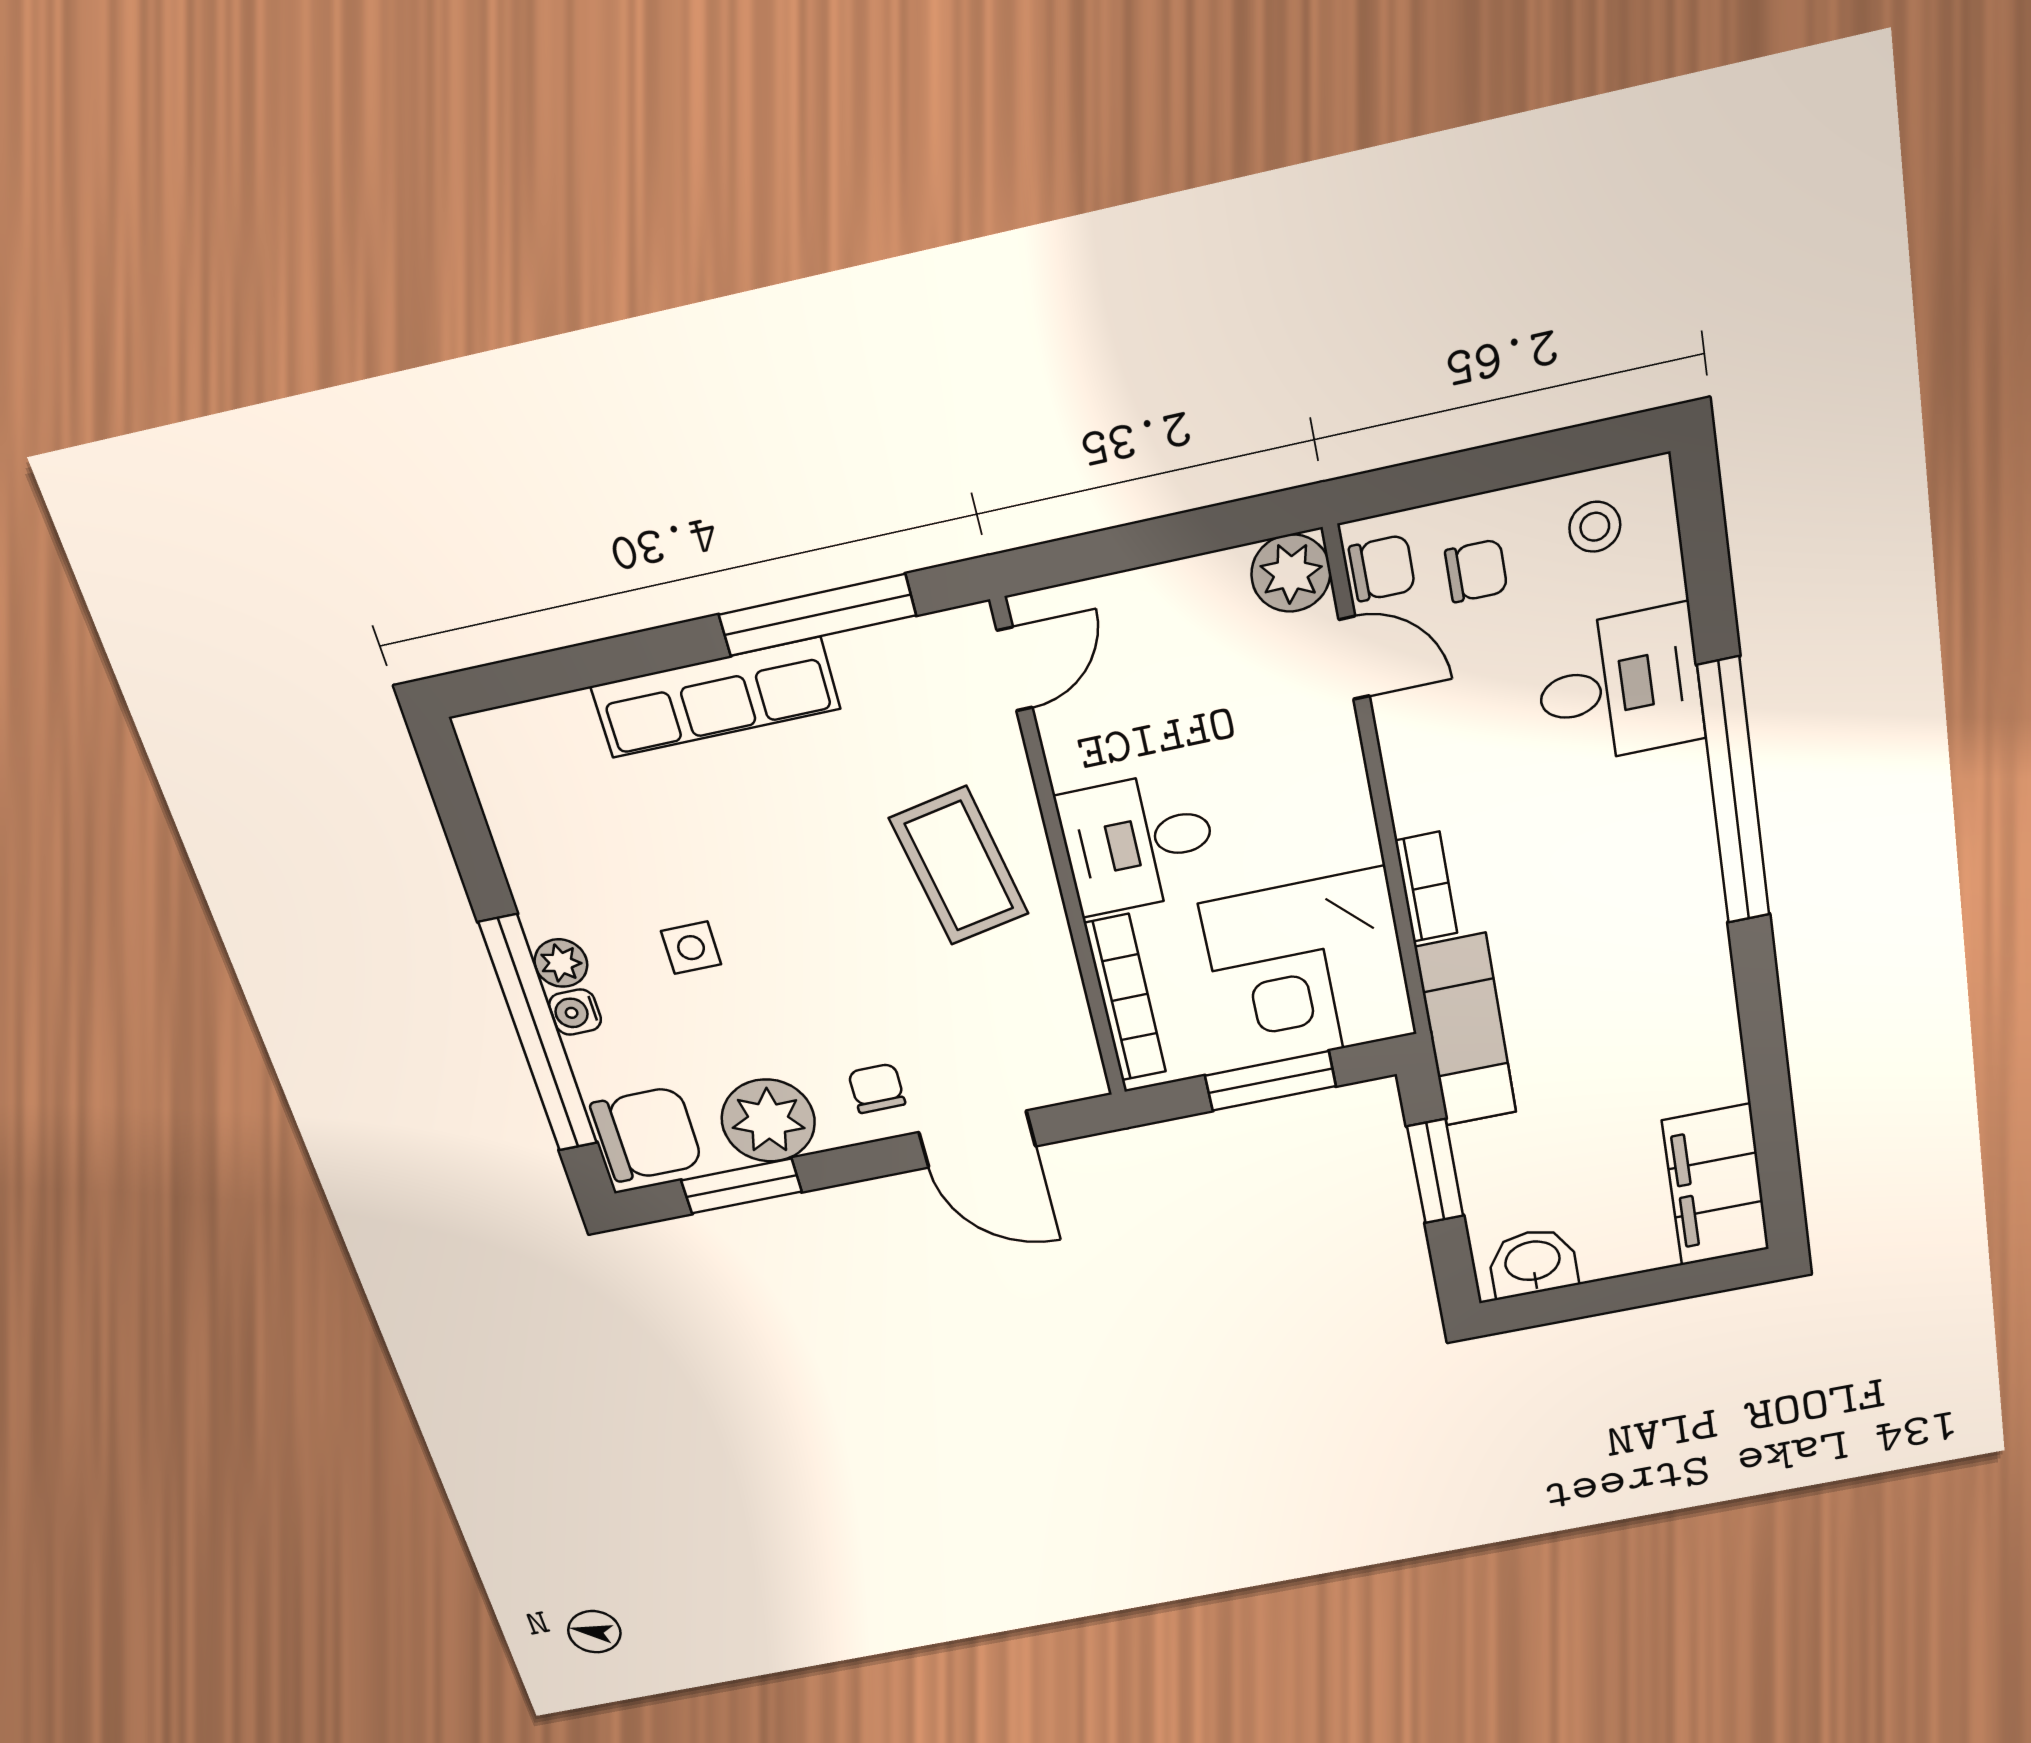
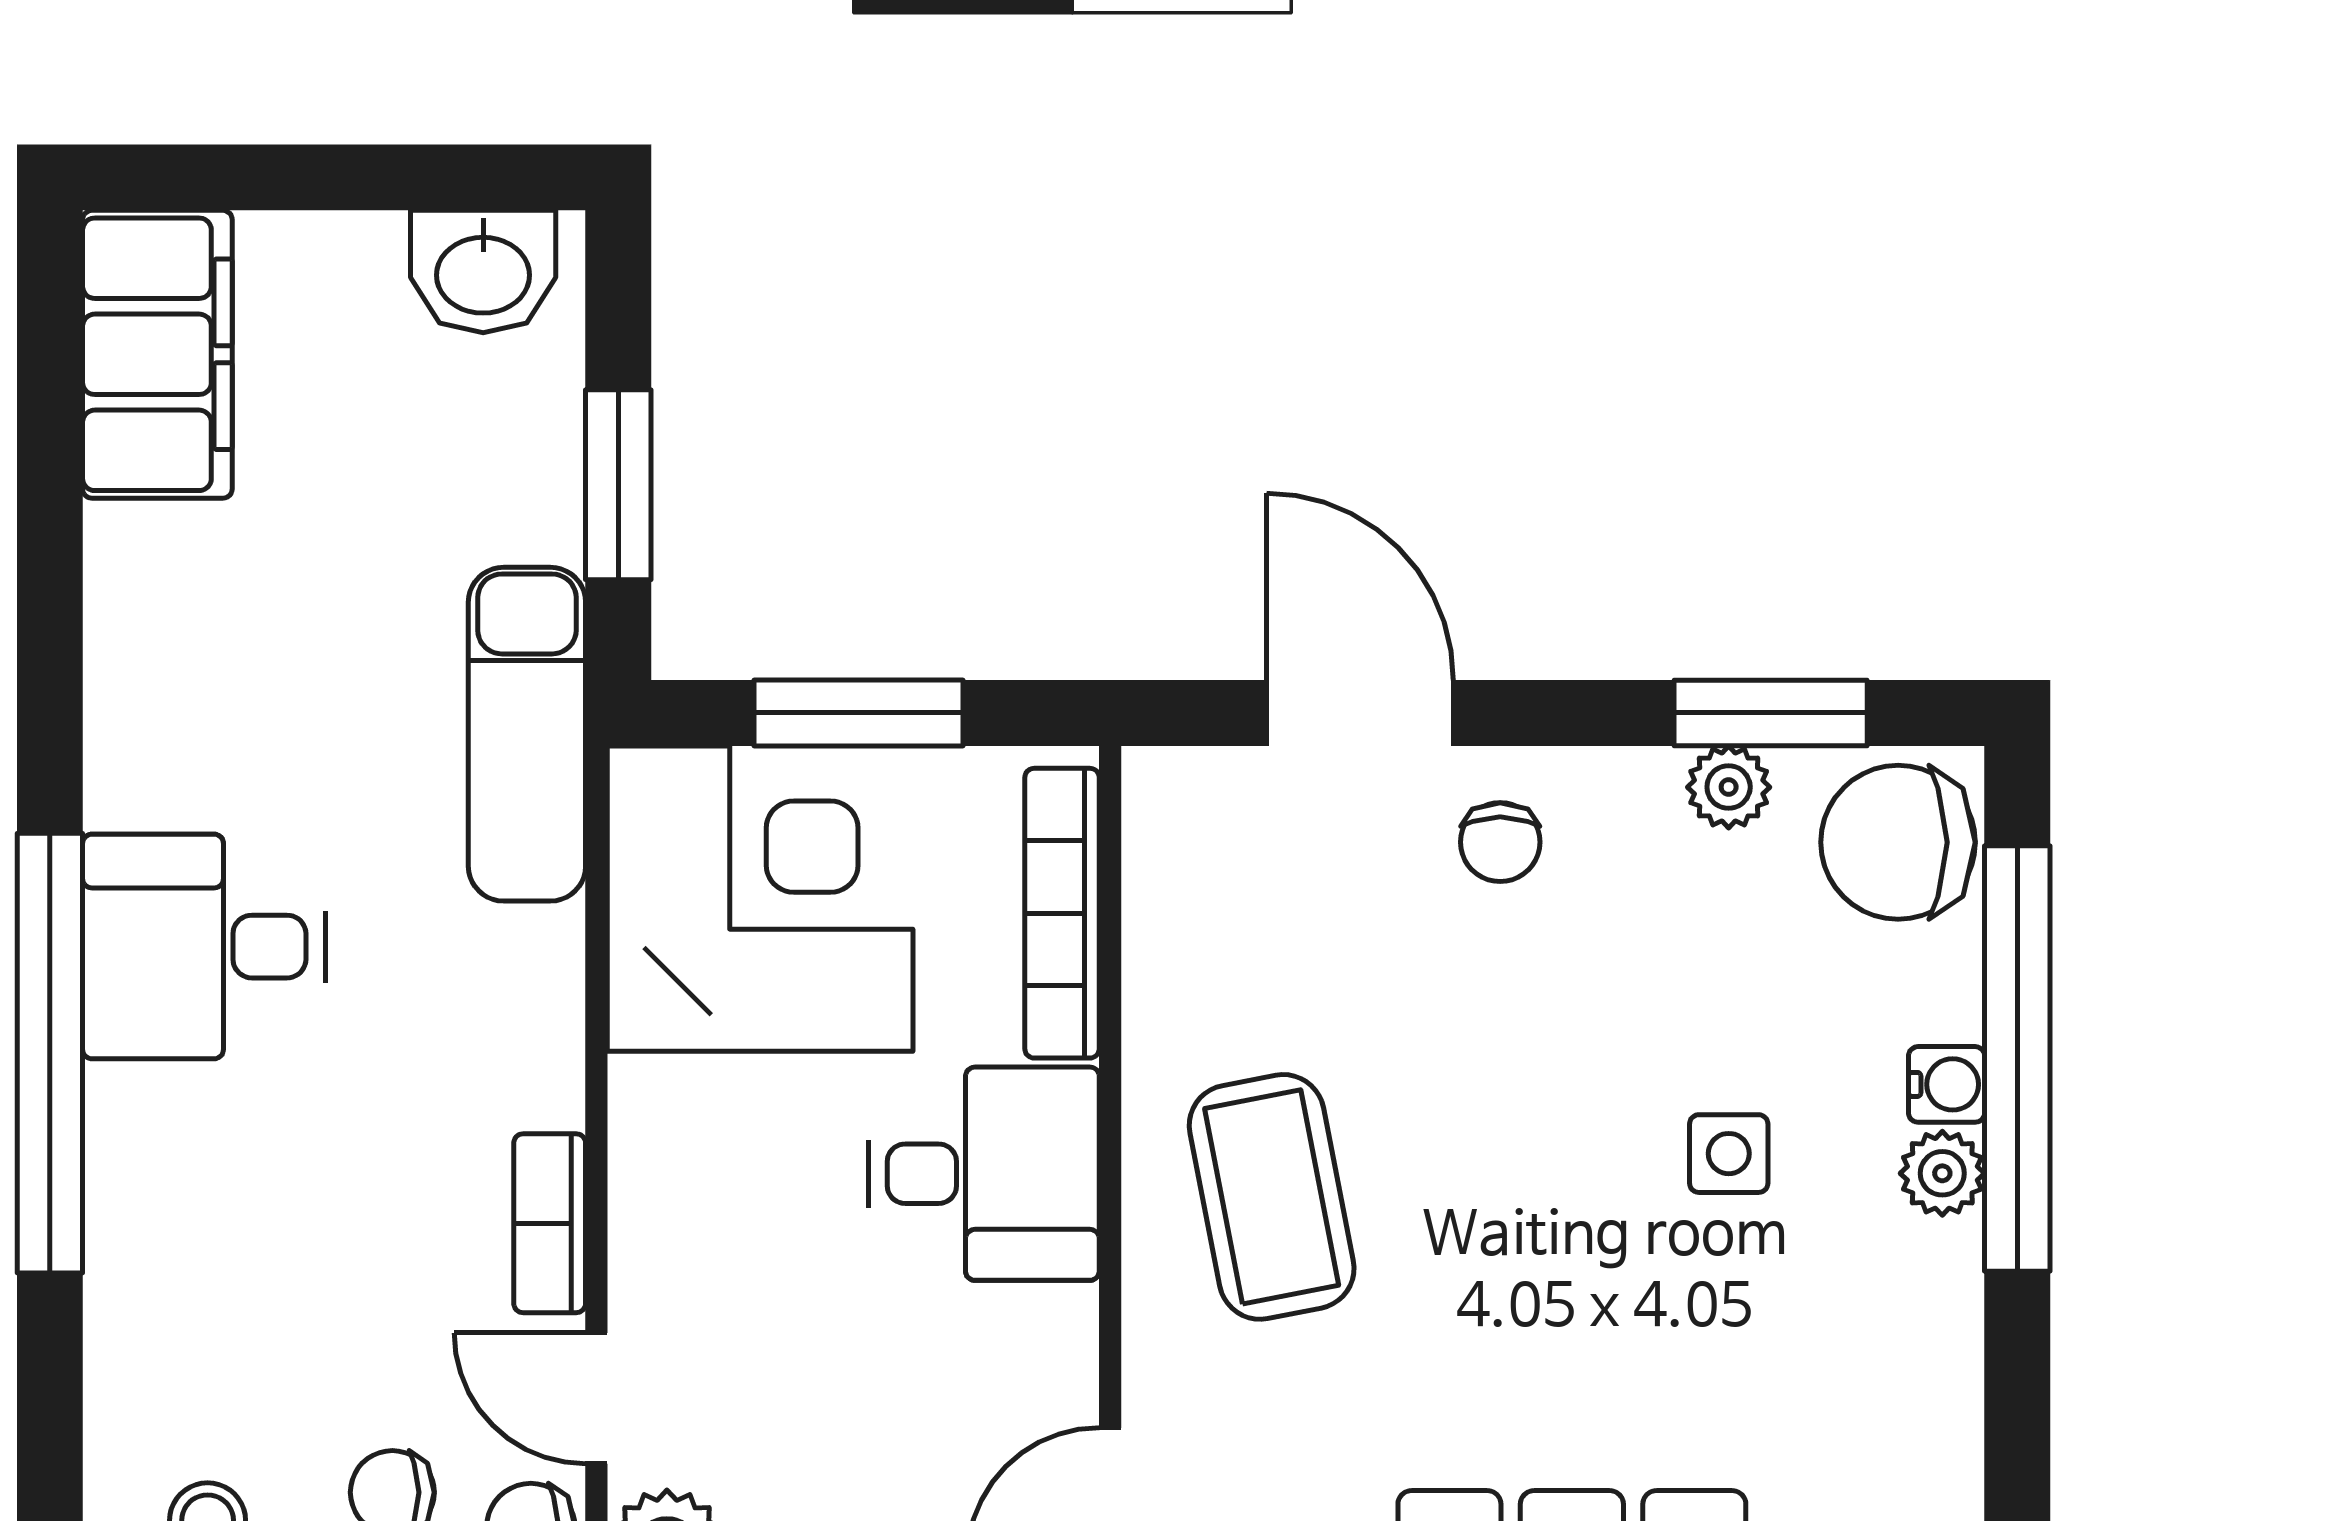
desk: (1619, 686) -> (204, 947), moved
bookcase: (1426, 887) -> (550, 1223), moved
plant: (768, 1121) -> (1729, 787), width x0.53, depth x0.53

